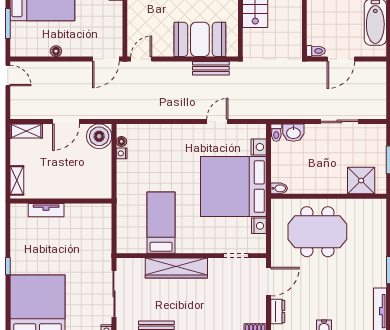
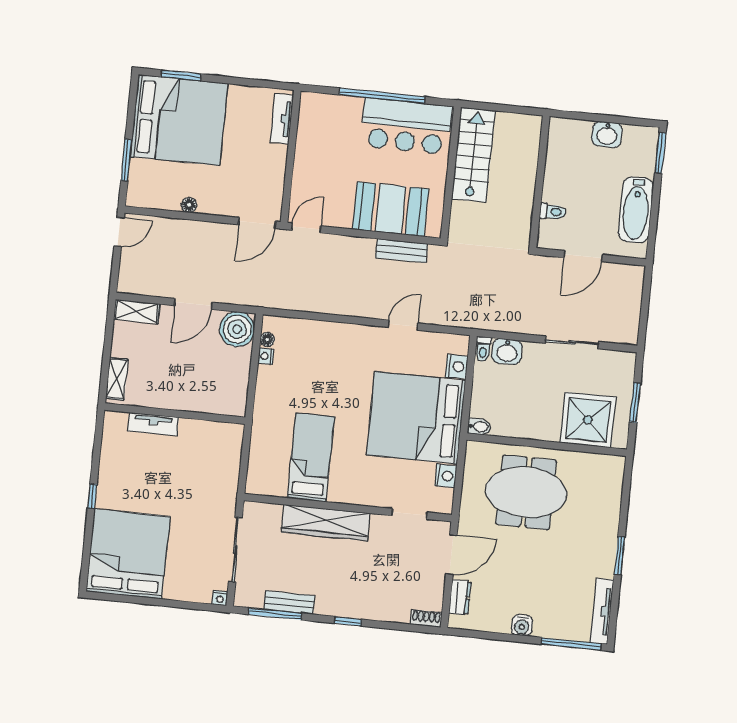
toilet: (316, 51) -> (553, 212), moved
door: (8, 75) -> (119, 232), hinge flipped
shower: (361, 181) -> (588, 420), width x1.37, depth x1.37

